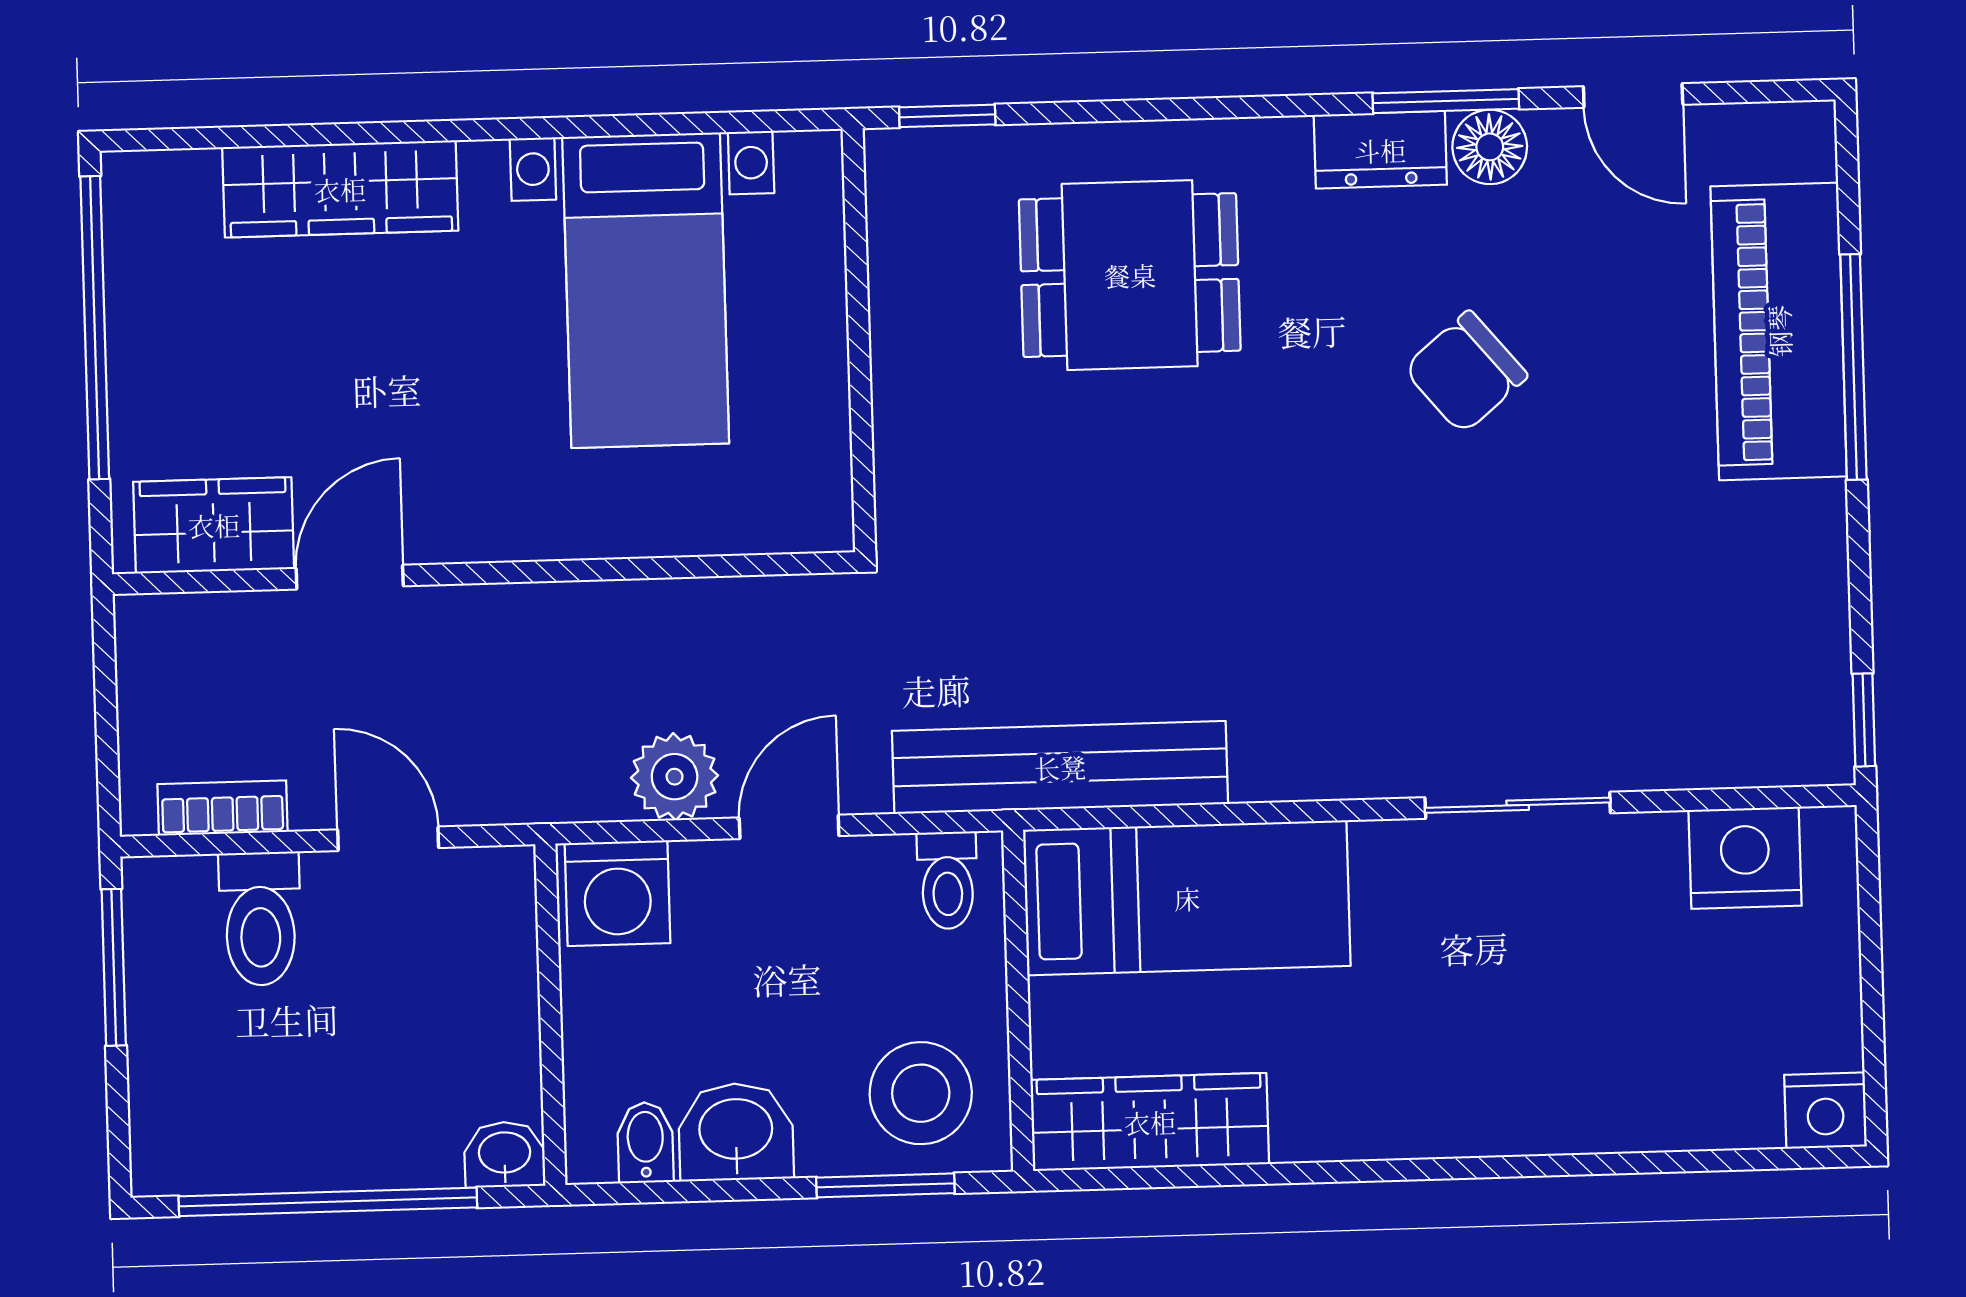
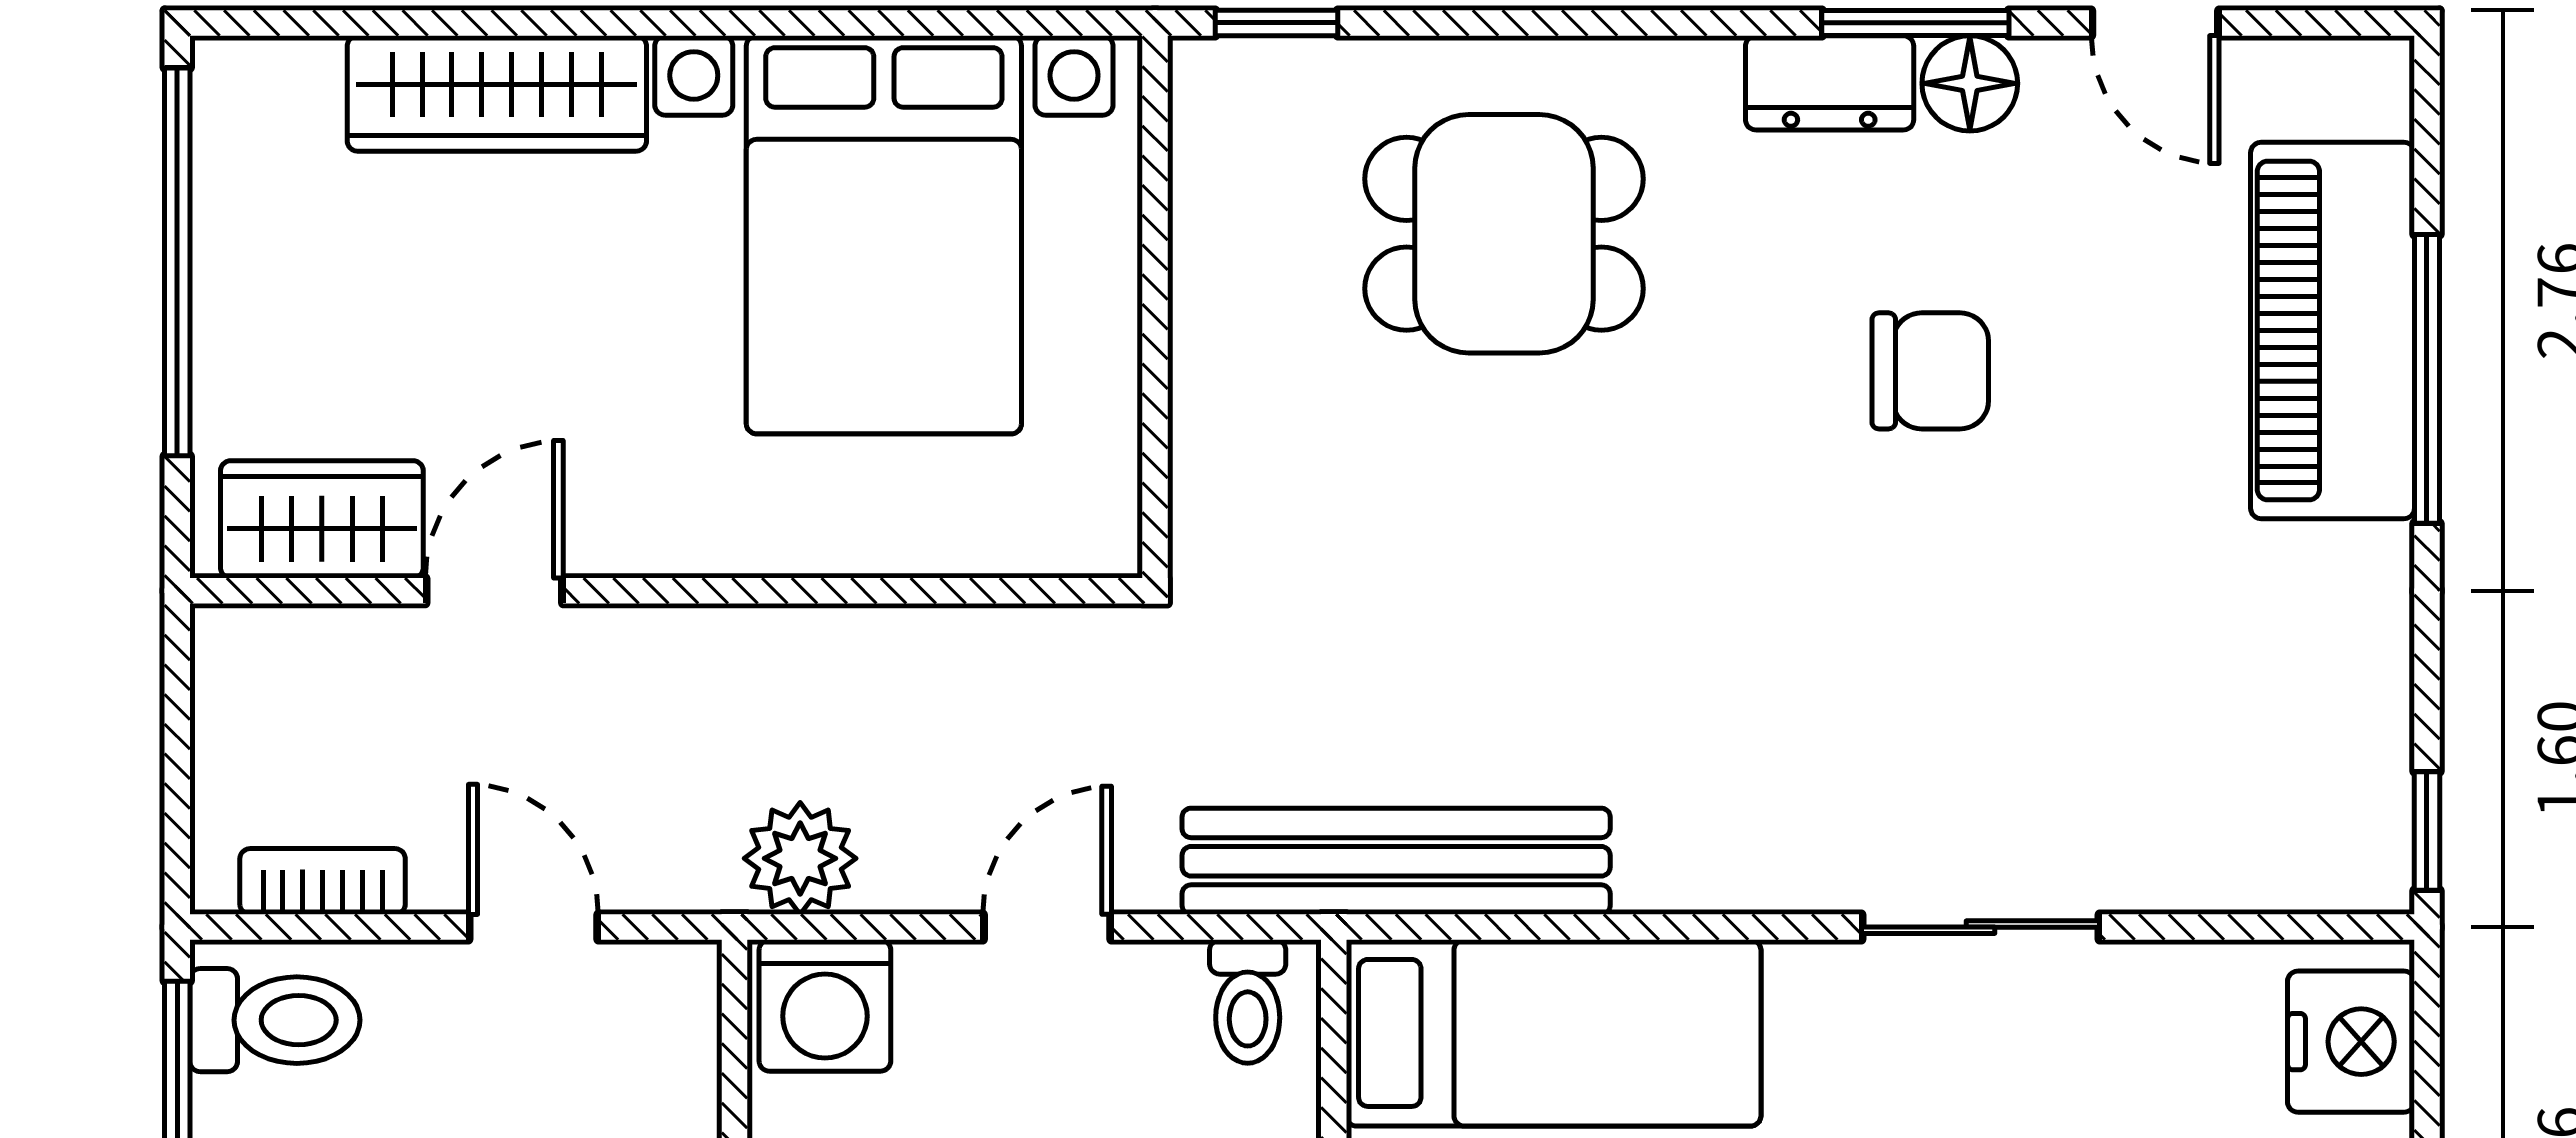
bed with nightstands: (646, 290) -> (884, 235), width x1.36
chair: (1466, 372) -> (1930, 371), turned -140
plant: (675, 777) -> (800, 858), moved
nightstand: (1745, 858) -> (2351, 1042), moved, turned 90
toilet: (260, 919) -> (275, 1020), moved, turned -90

